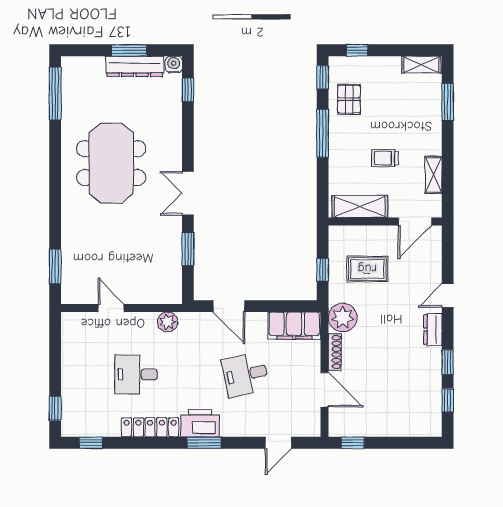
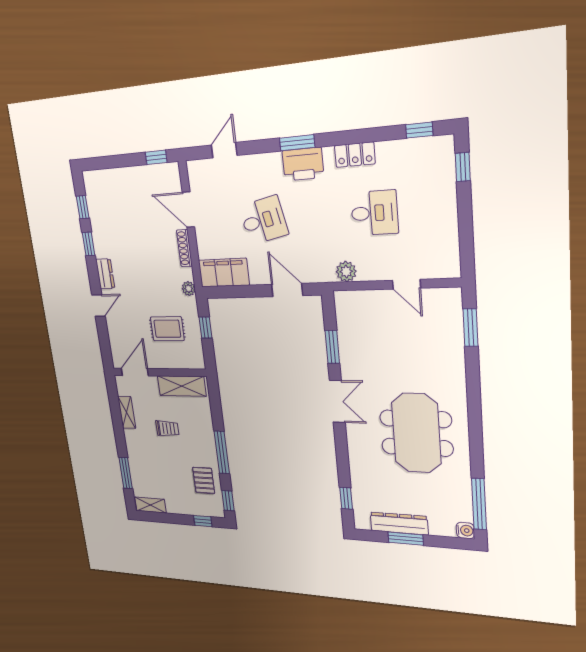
water cooler: (174, 65) -> (465, 530), moved, turned -90
plant: (343, 317) -> (189, 289), width x0.53, depth x0.53
locker: (150, 427) -> (355, 155), width x0.66

